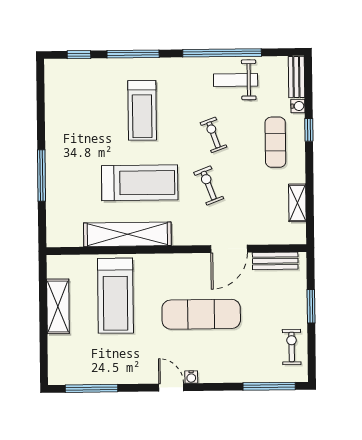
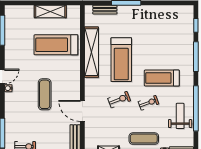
treadmill: (142, 110) -> (162, 78), moved
bench: (54, 212) -> (105, 10), added
exercise mat: (201, 314) -> (45, 94), width x0.73, depth x0.69

